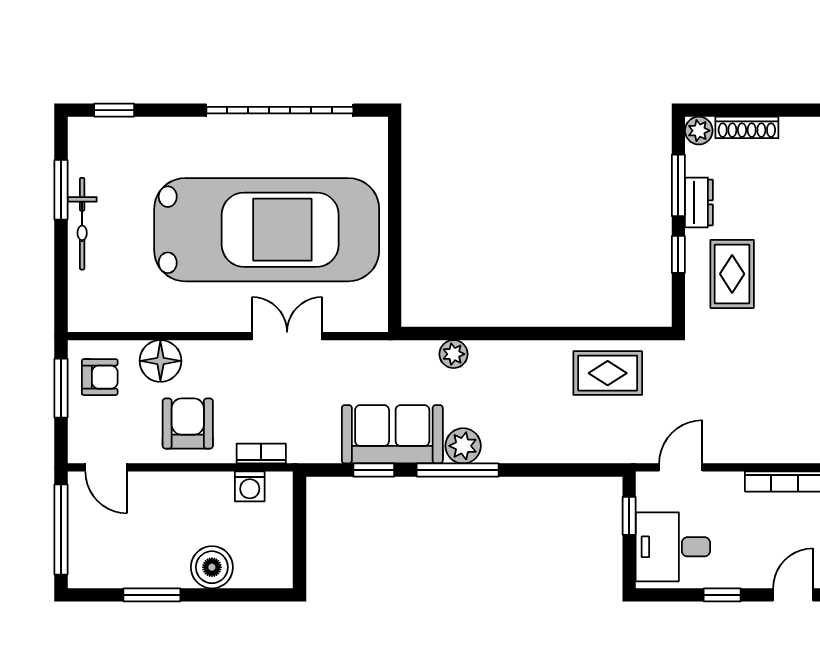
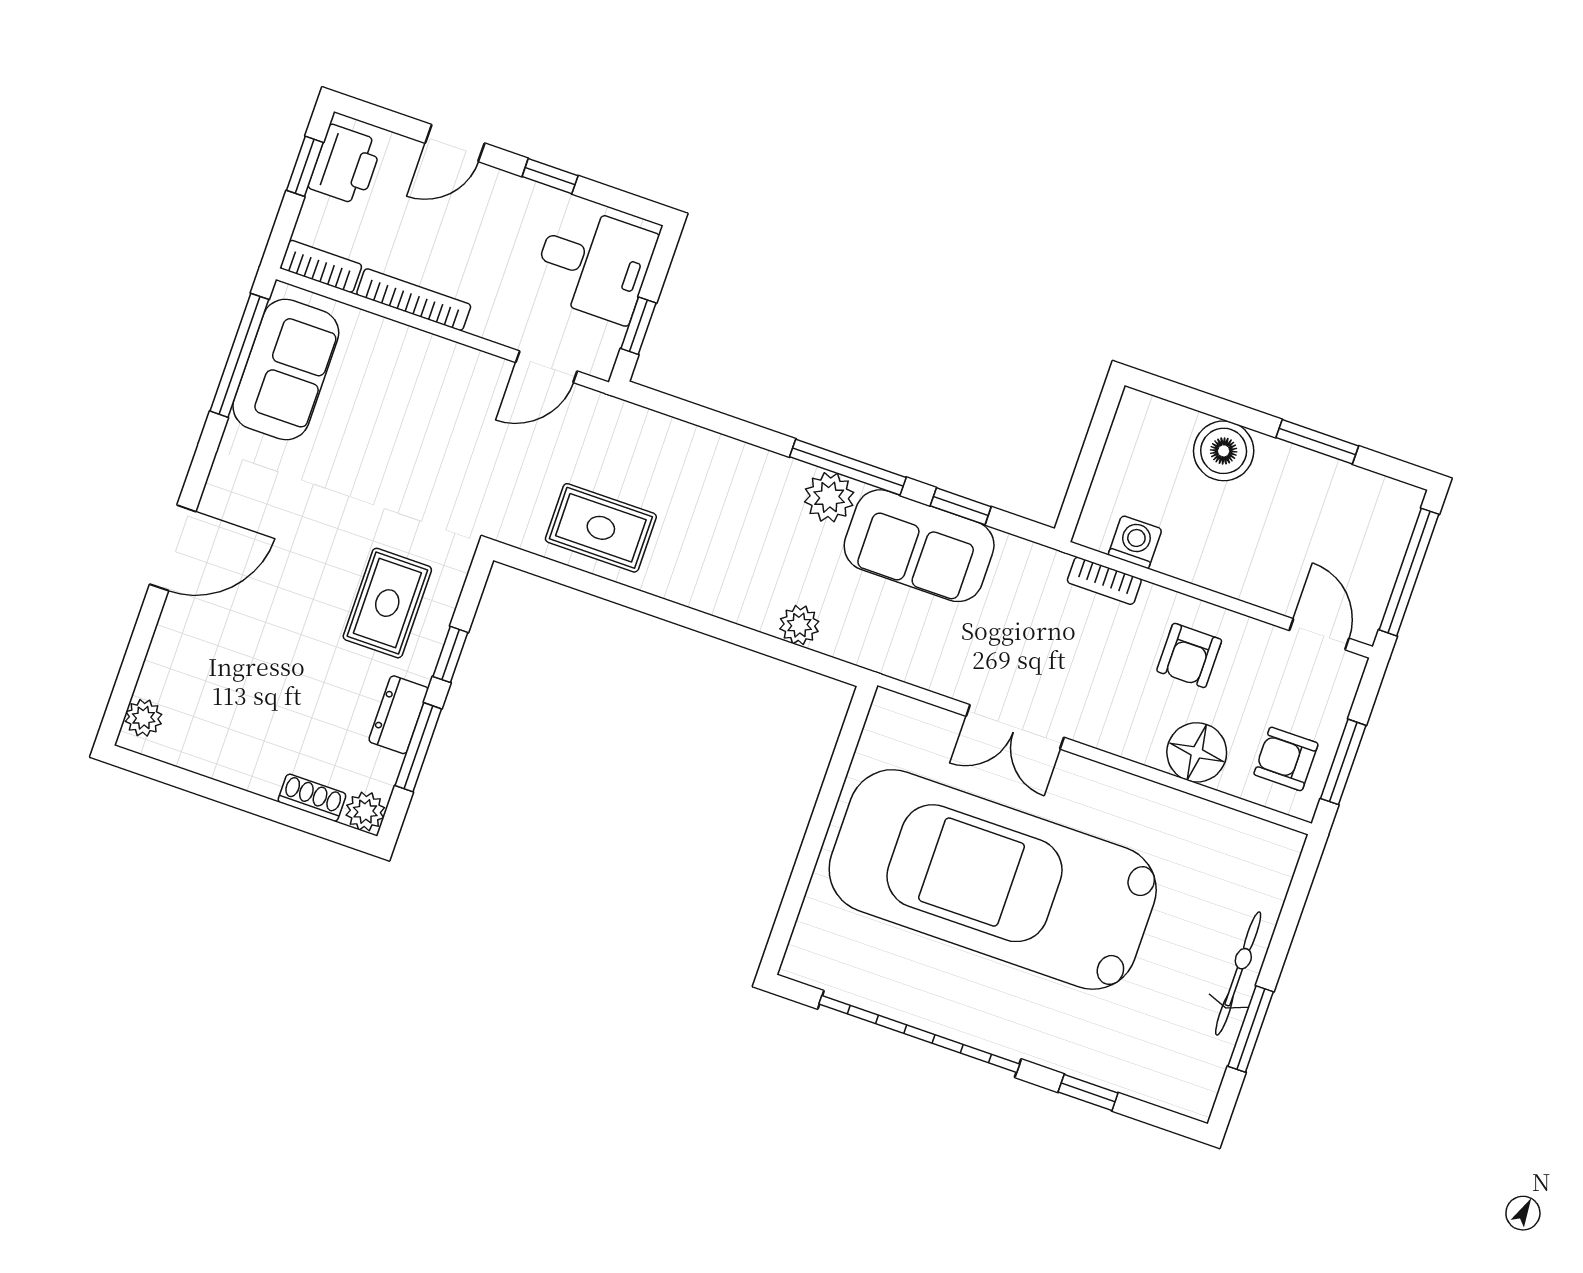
window: (114, 110) -> (1088, 1092), moved
shoe rack: (747, 127) -> (312, 798), width x0.70
armchair: (188, 424) -> (1189, 655), width x0.72, depth x0.72

